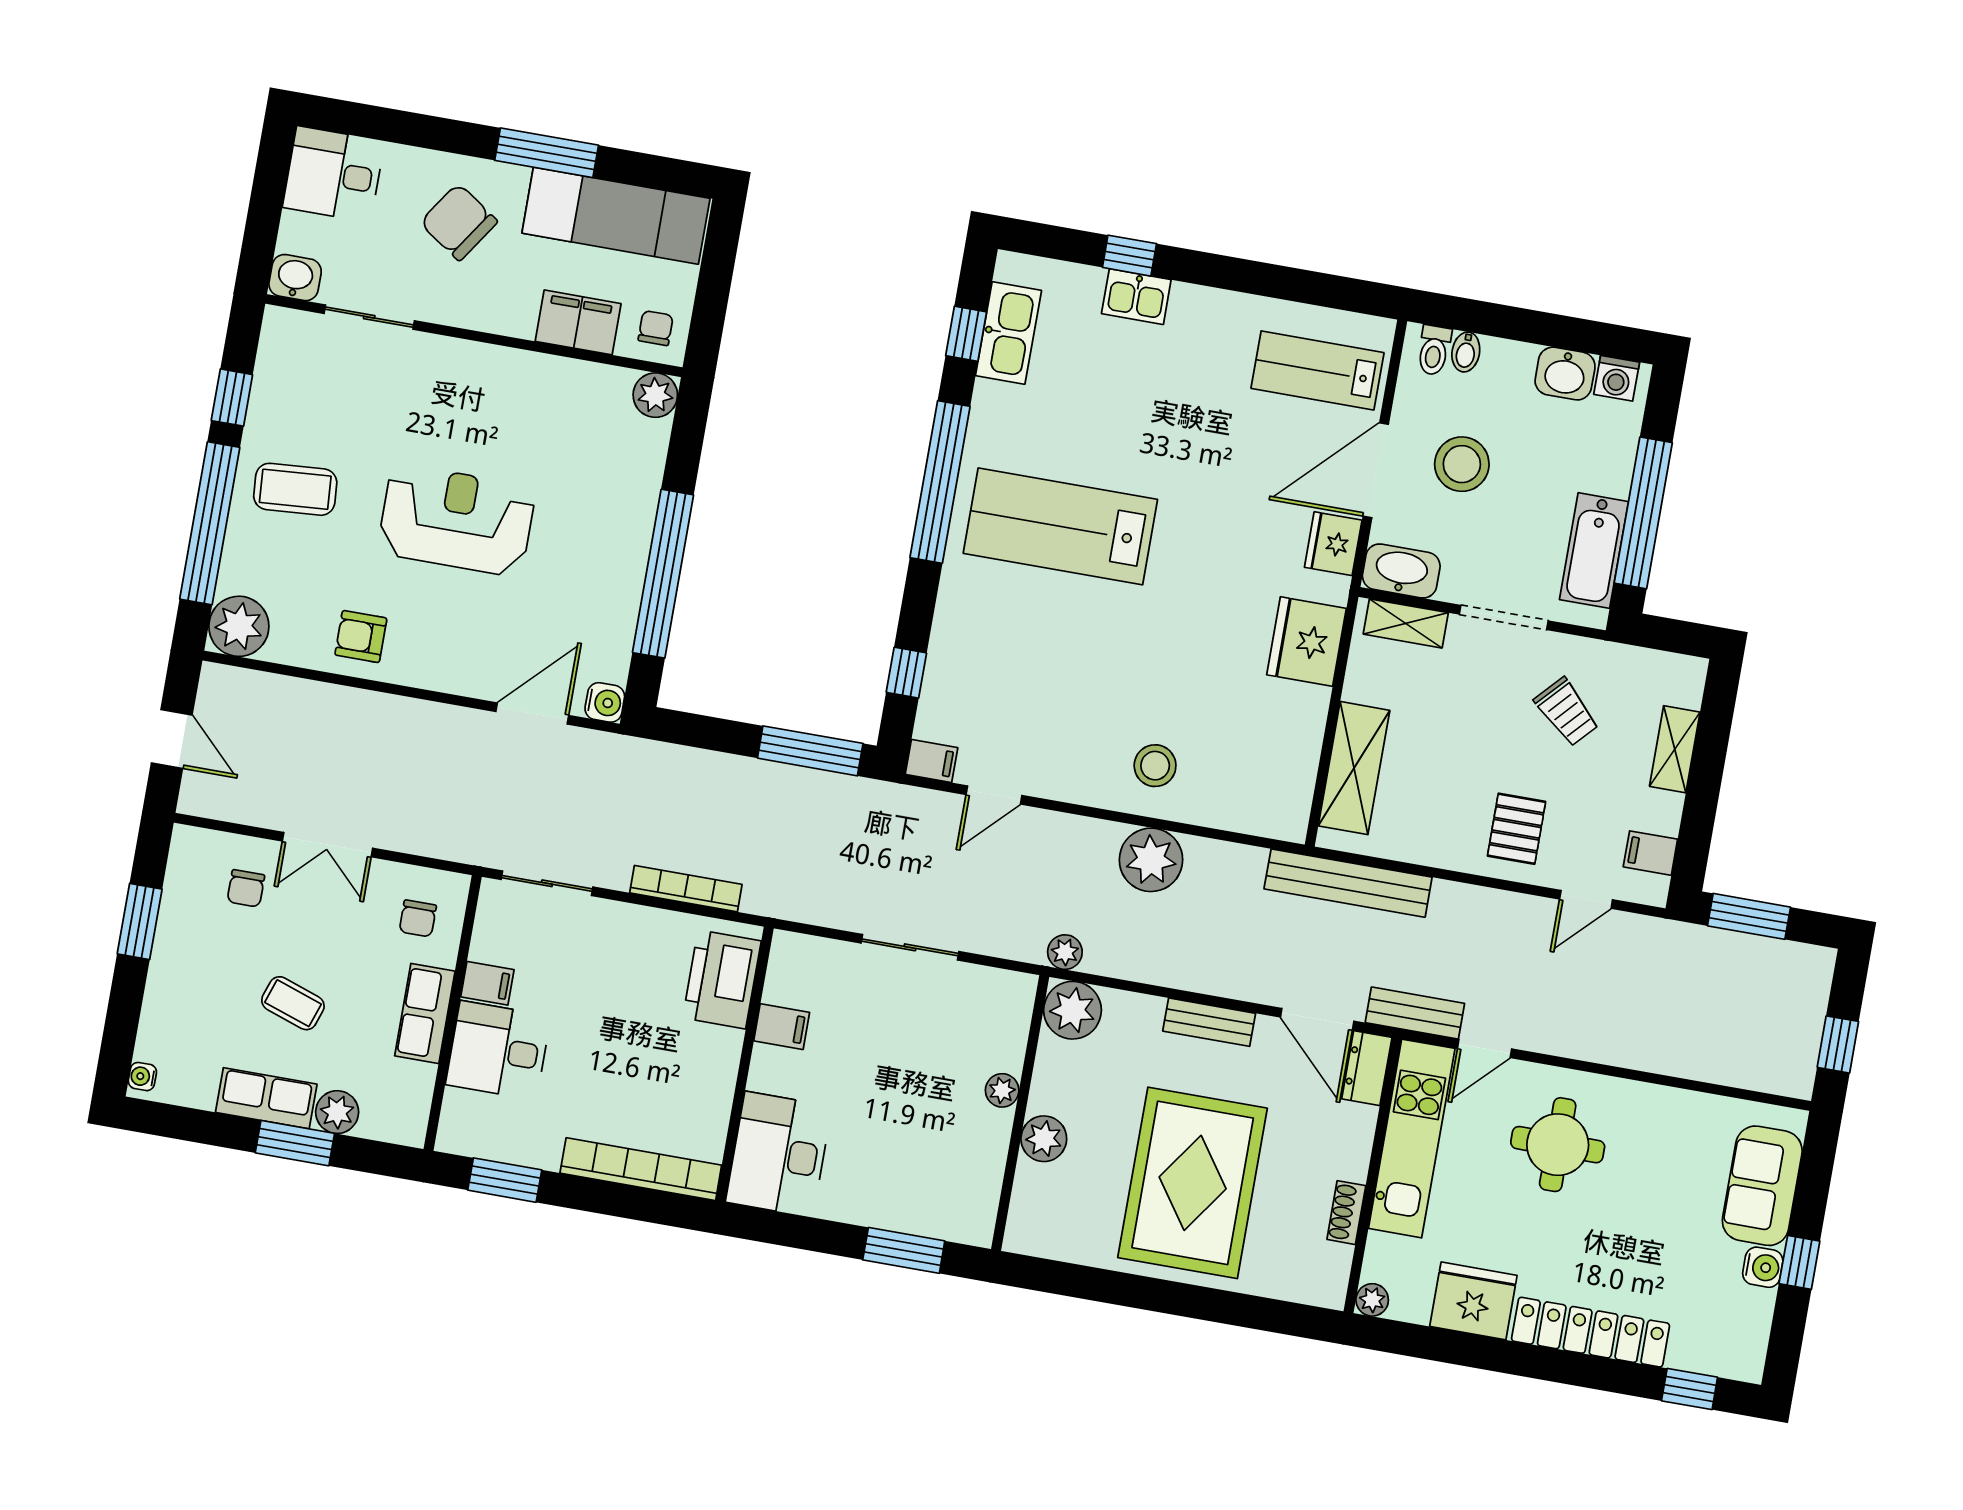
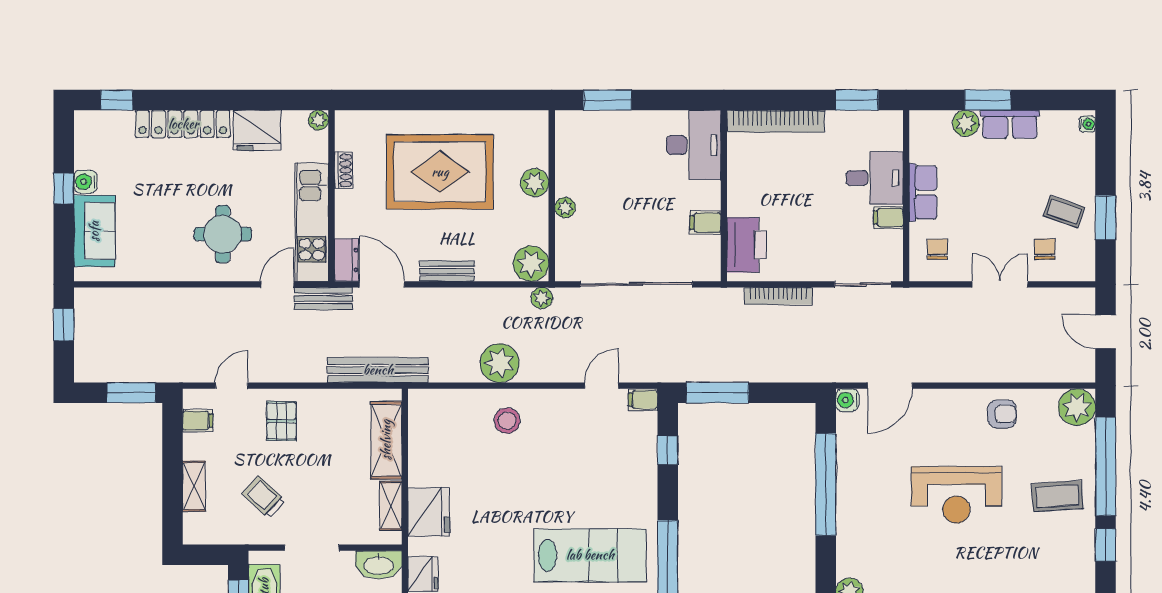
shelving: (1406, 623) -> (391, 506), moved, turned 90
sliding door: (910, 947) -> (636, 284), width x1.86
coffee table: (293, 1003) -> (1064, 211), moved
rug: (1193, 1183) -> (440, 172), turned 90

